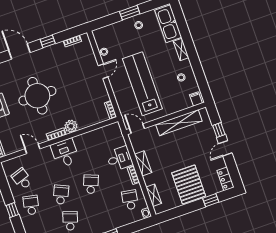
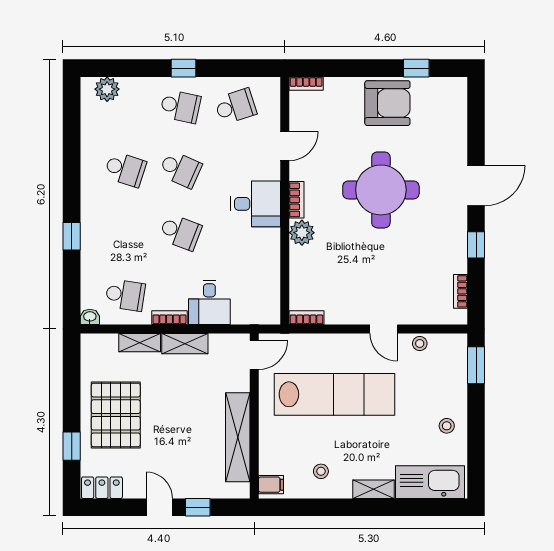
window: (130, 13) -> (476, 365), moved
pallet: (189, 184) -> (116, 415), turned 90
shelving: (154, 195) -> (140, 343), moved

